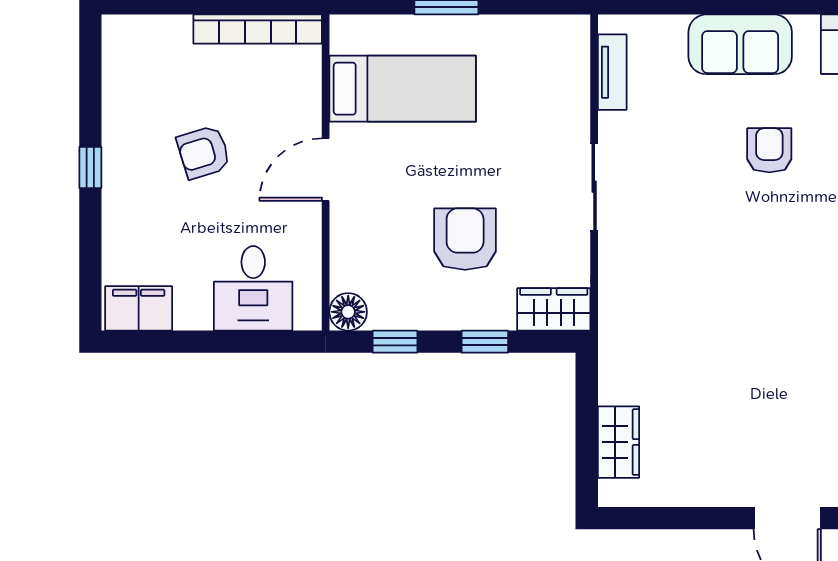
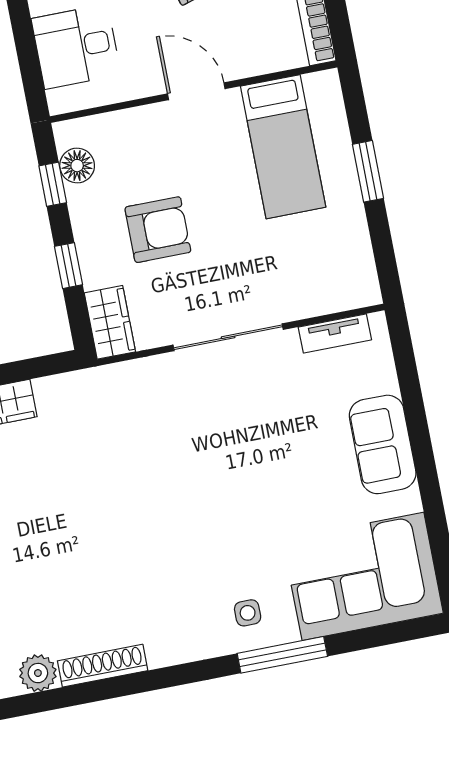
armchair: (769, 150) -> (292, 489), removed
sliding door: (594, 187) -> (228, 337), width x1.37
floor lamp: (348, 312) -> (77, 166), moved

